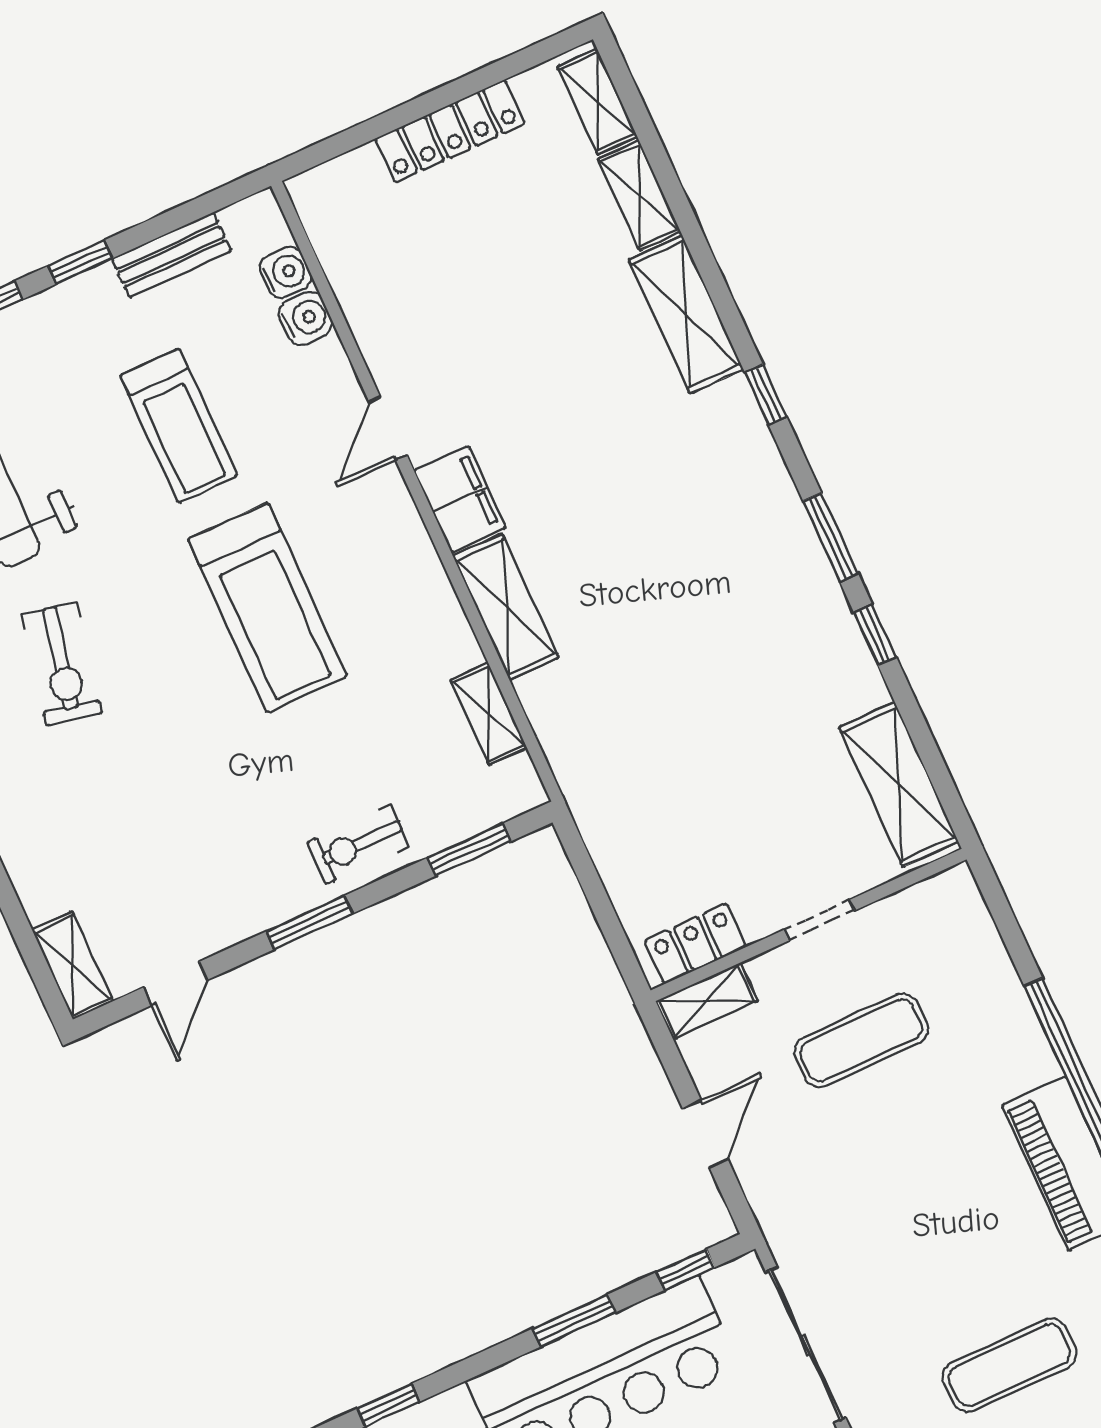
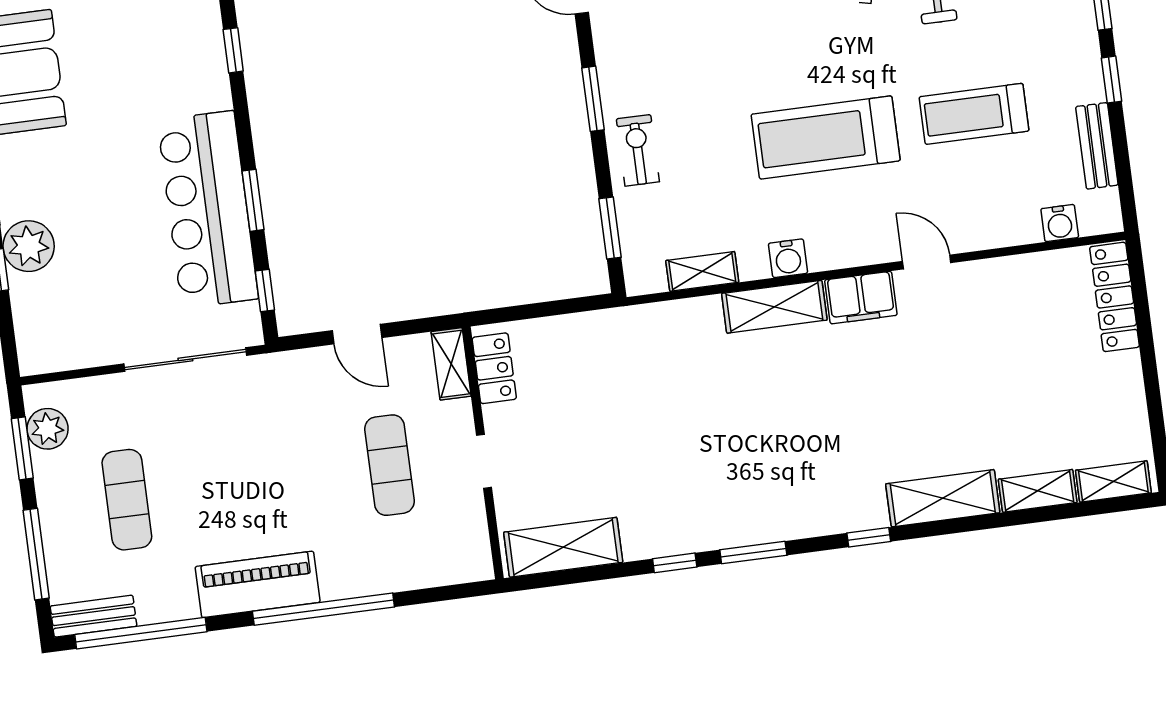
locker: (450, 131) -> (1115, 297), moved
water cooler: (306, 318) -> (788, 258), moved

